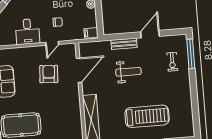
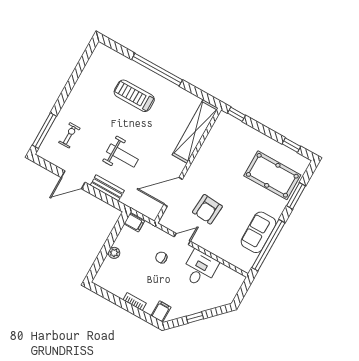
weight bench: (128, 72) -> (122, 156), turned 180
treadmill: (147, 116) -> (134, 96), width x0.73, depth x0.73

